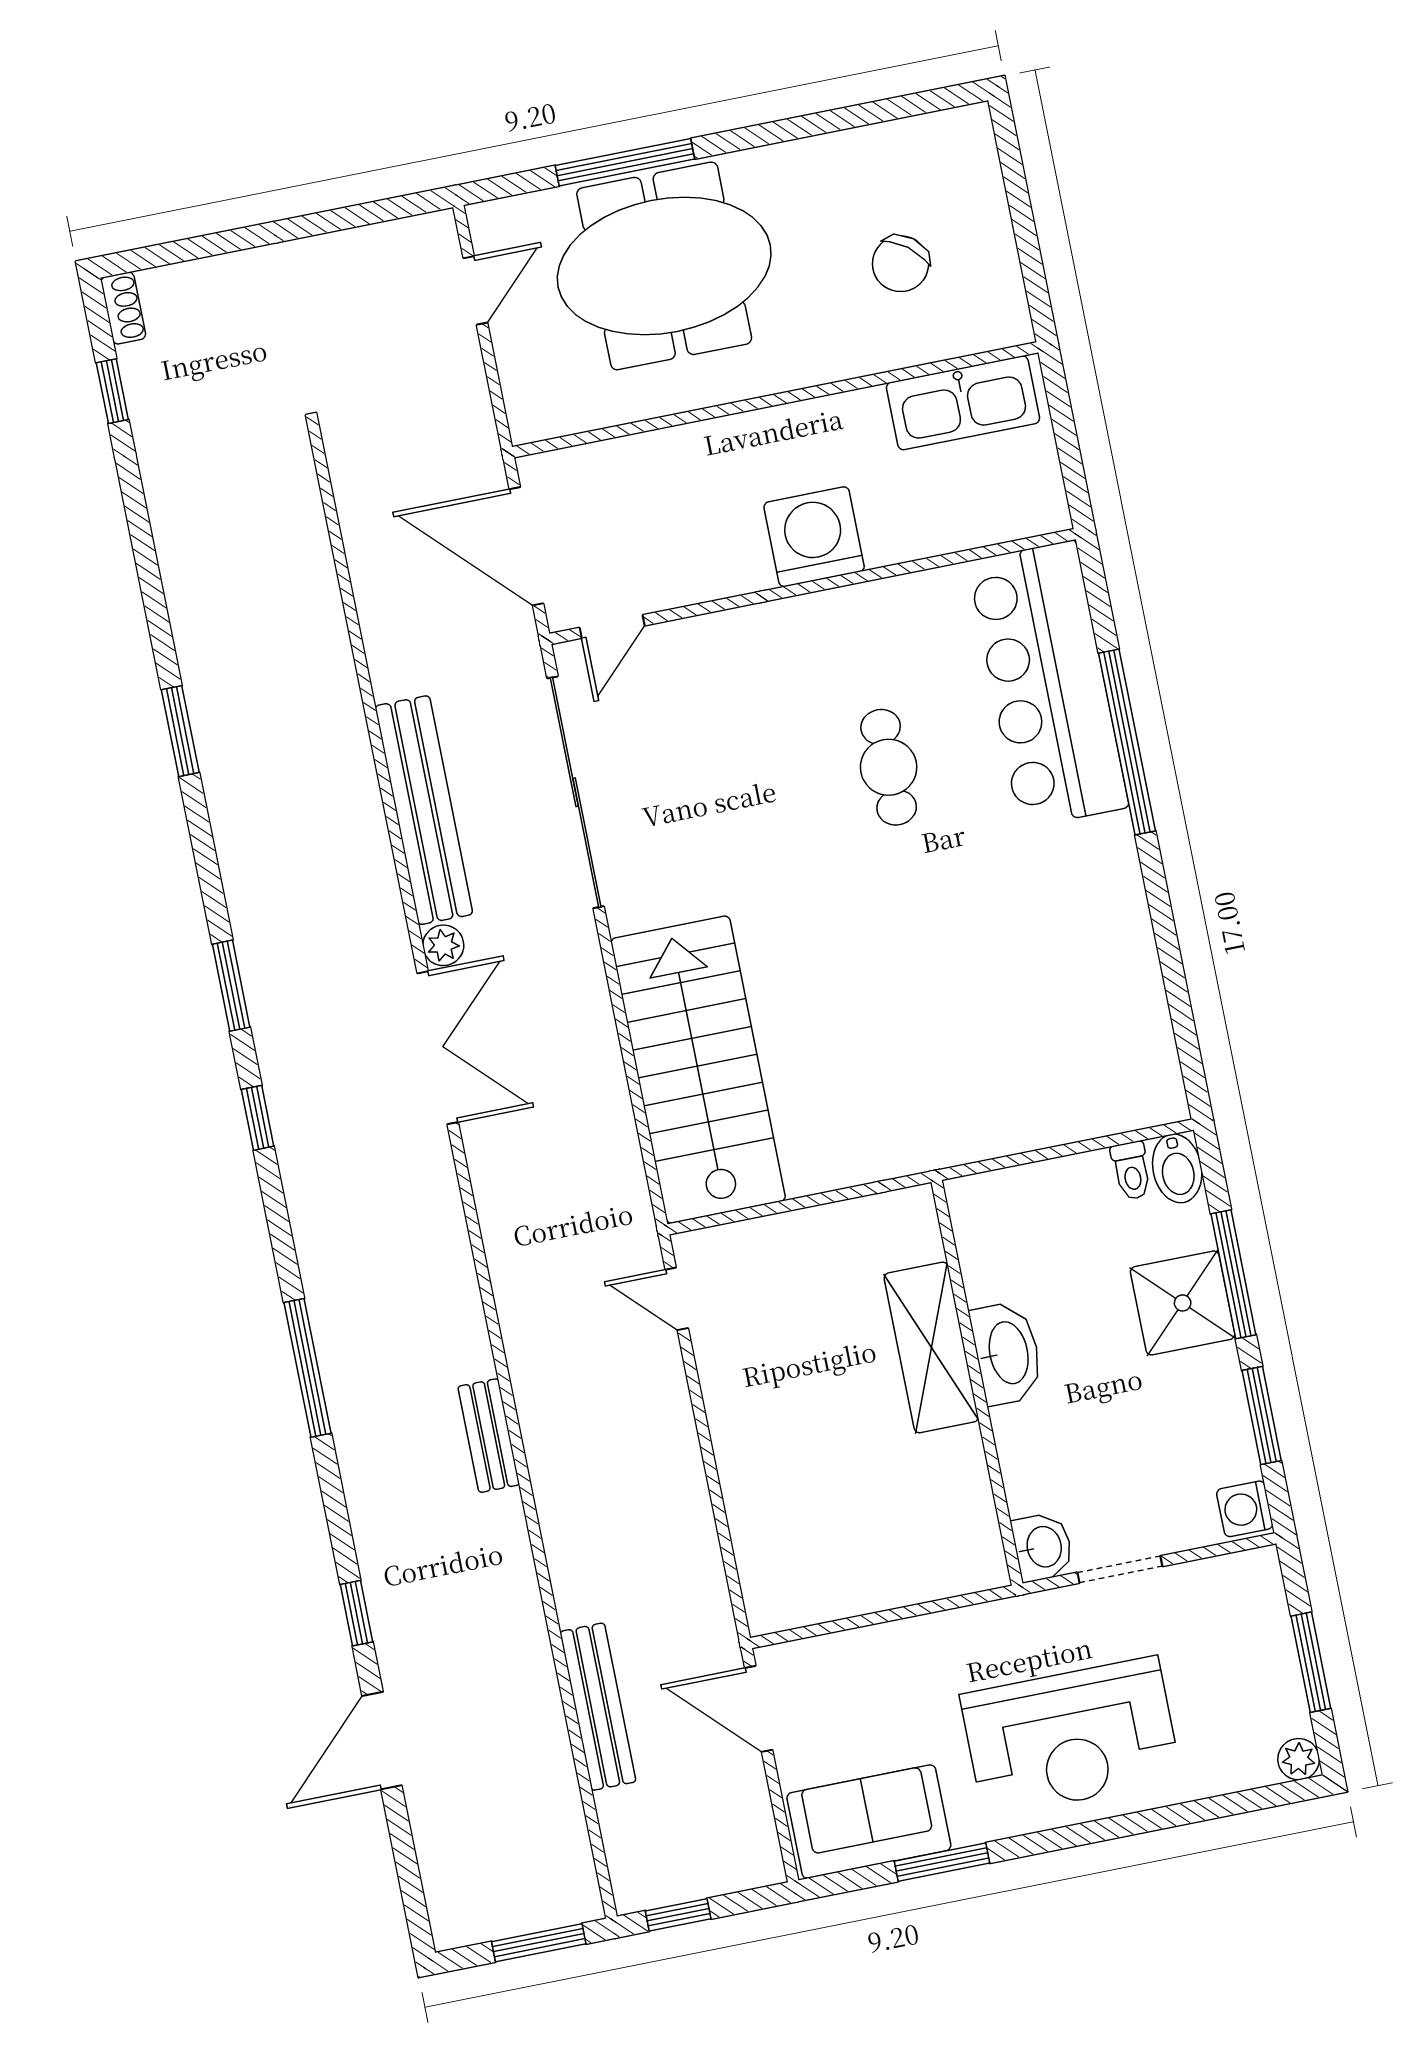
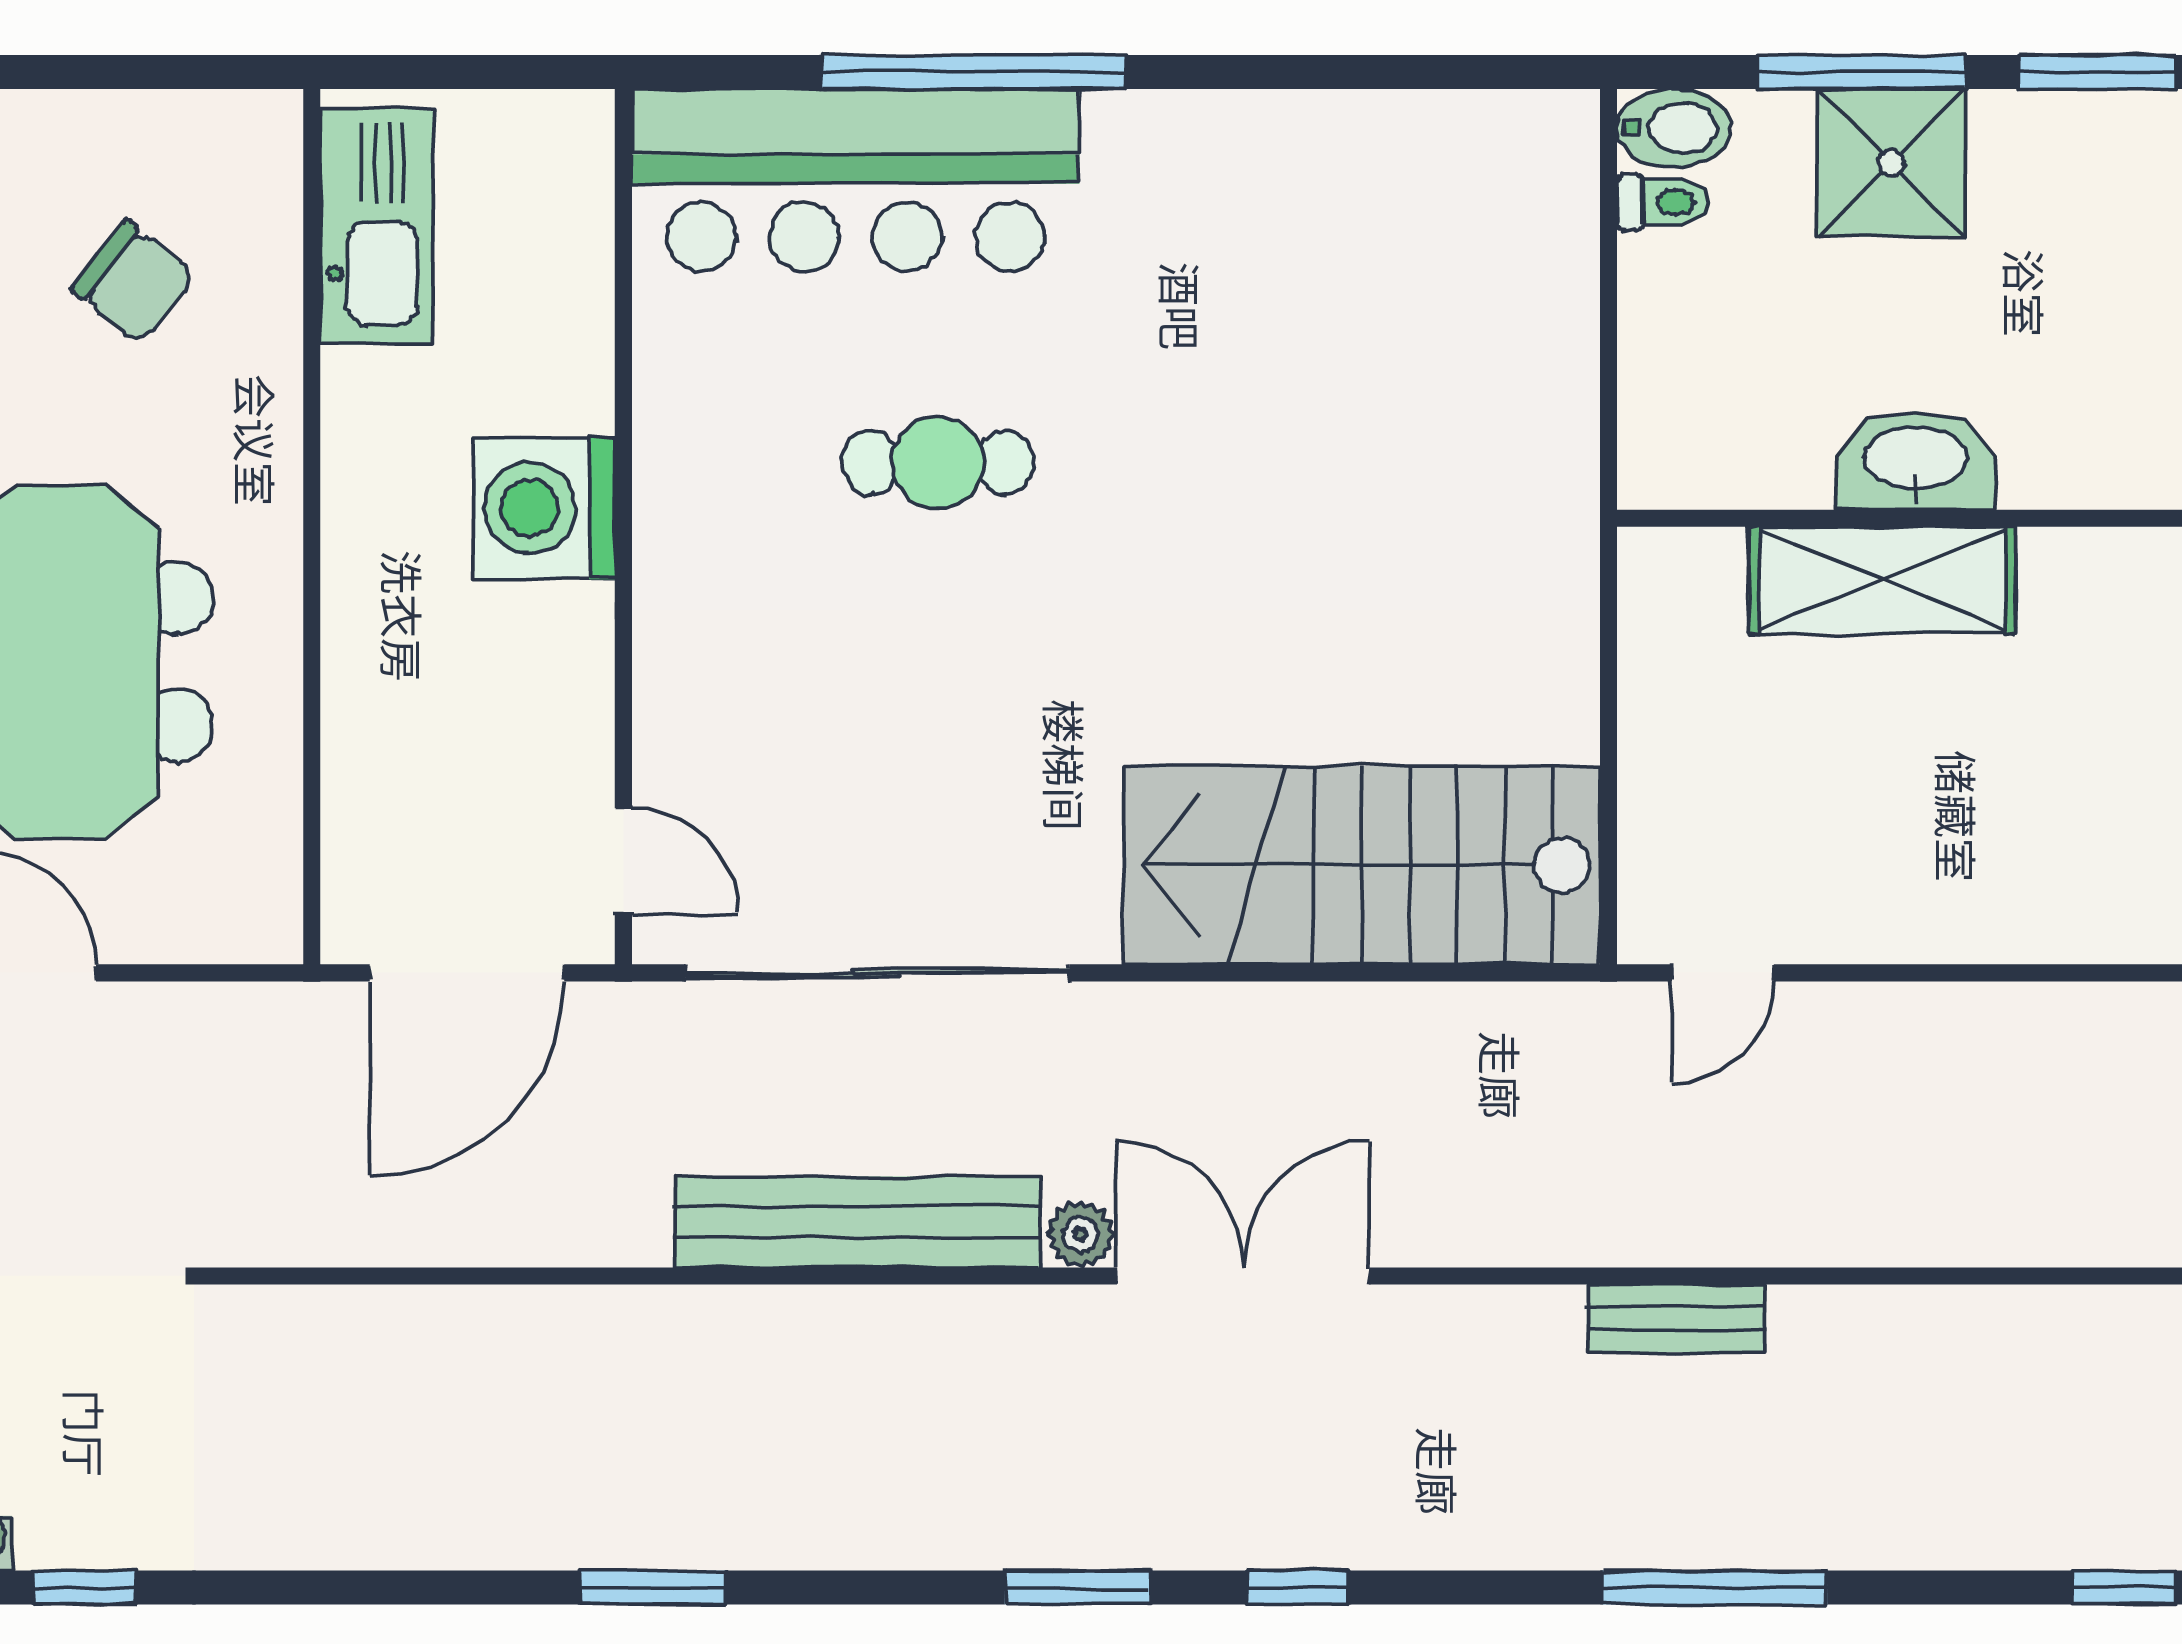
bench: (489, 1436) -> (1676, 1318), moved

